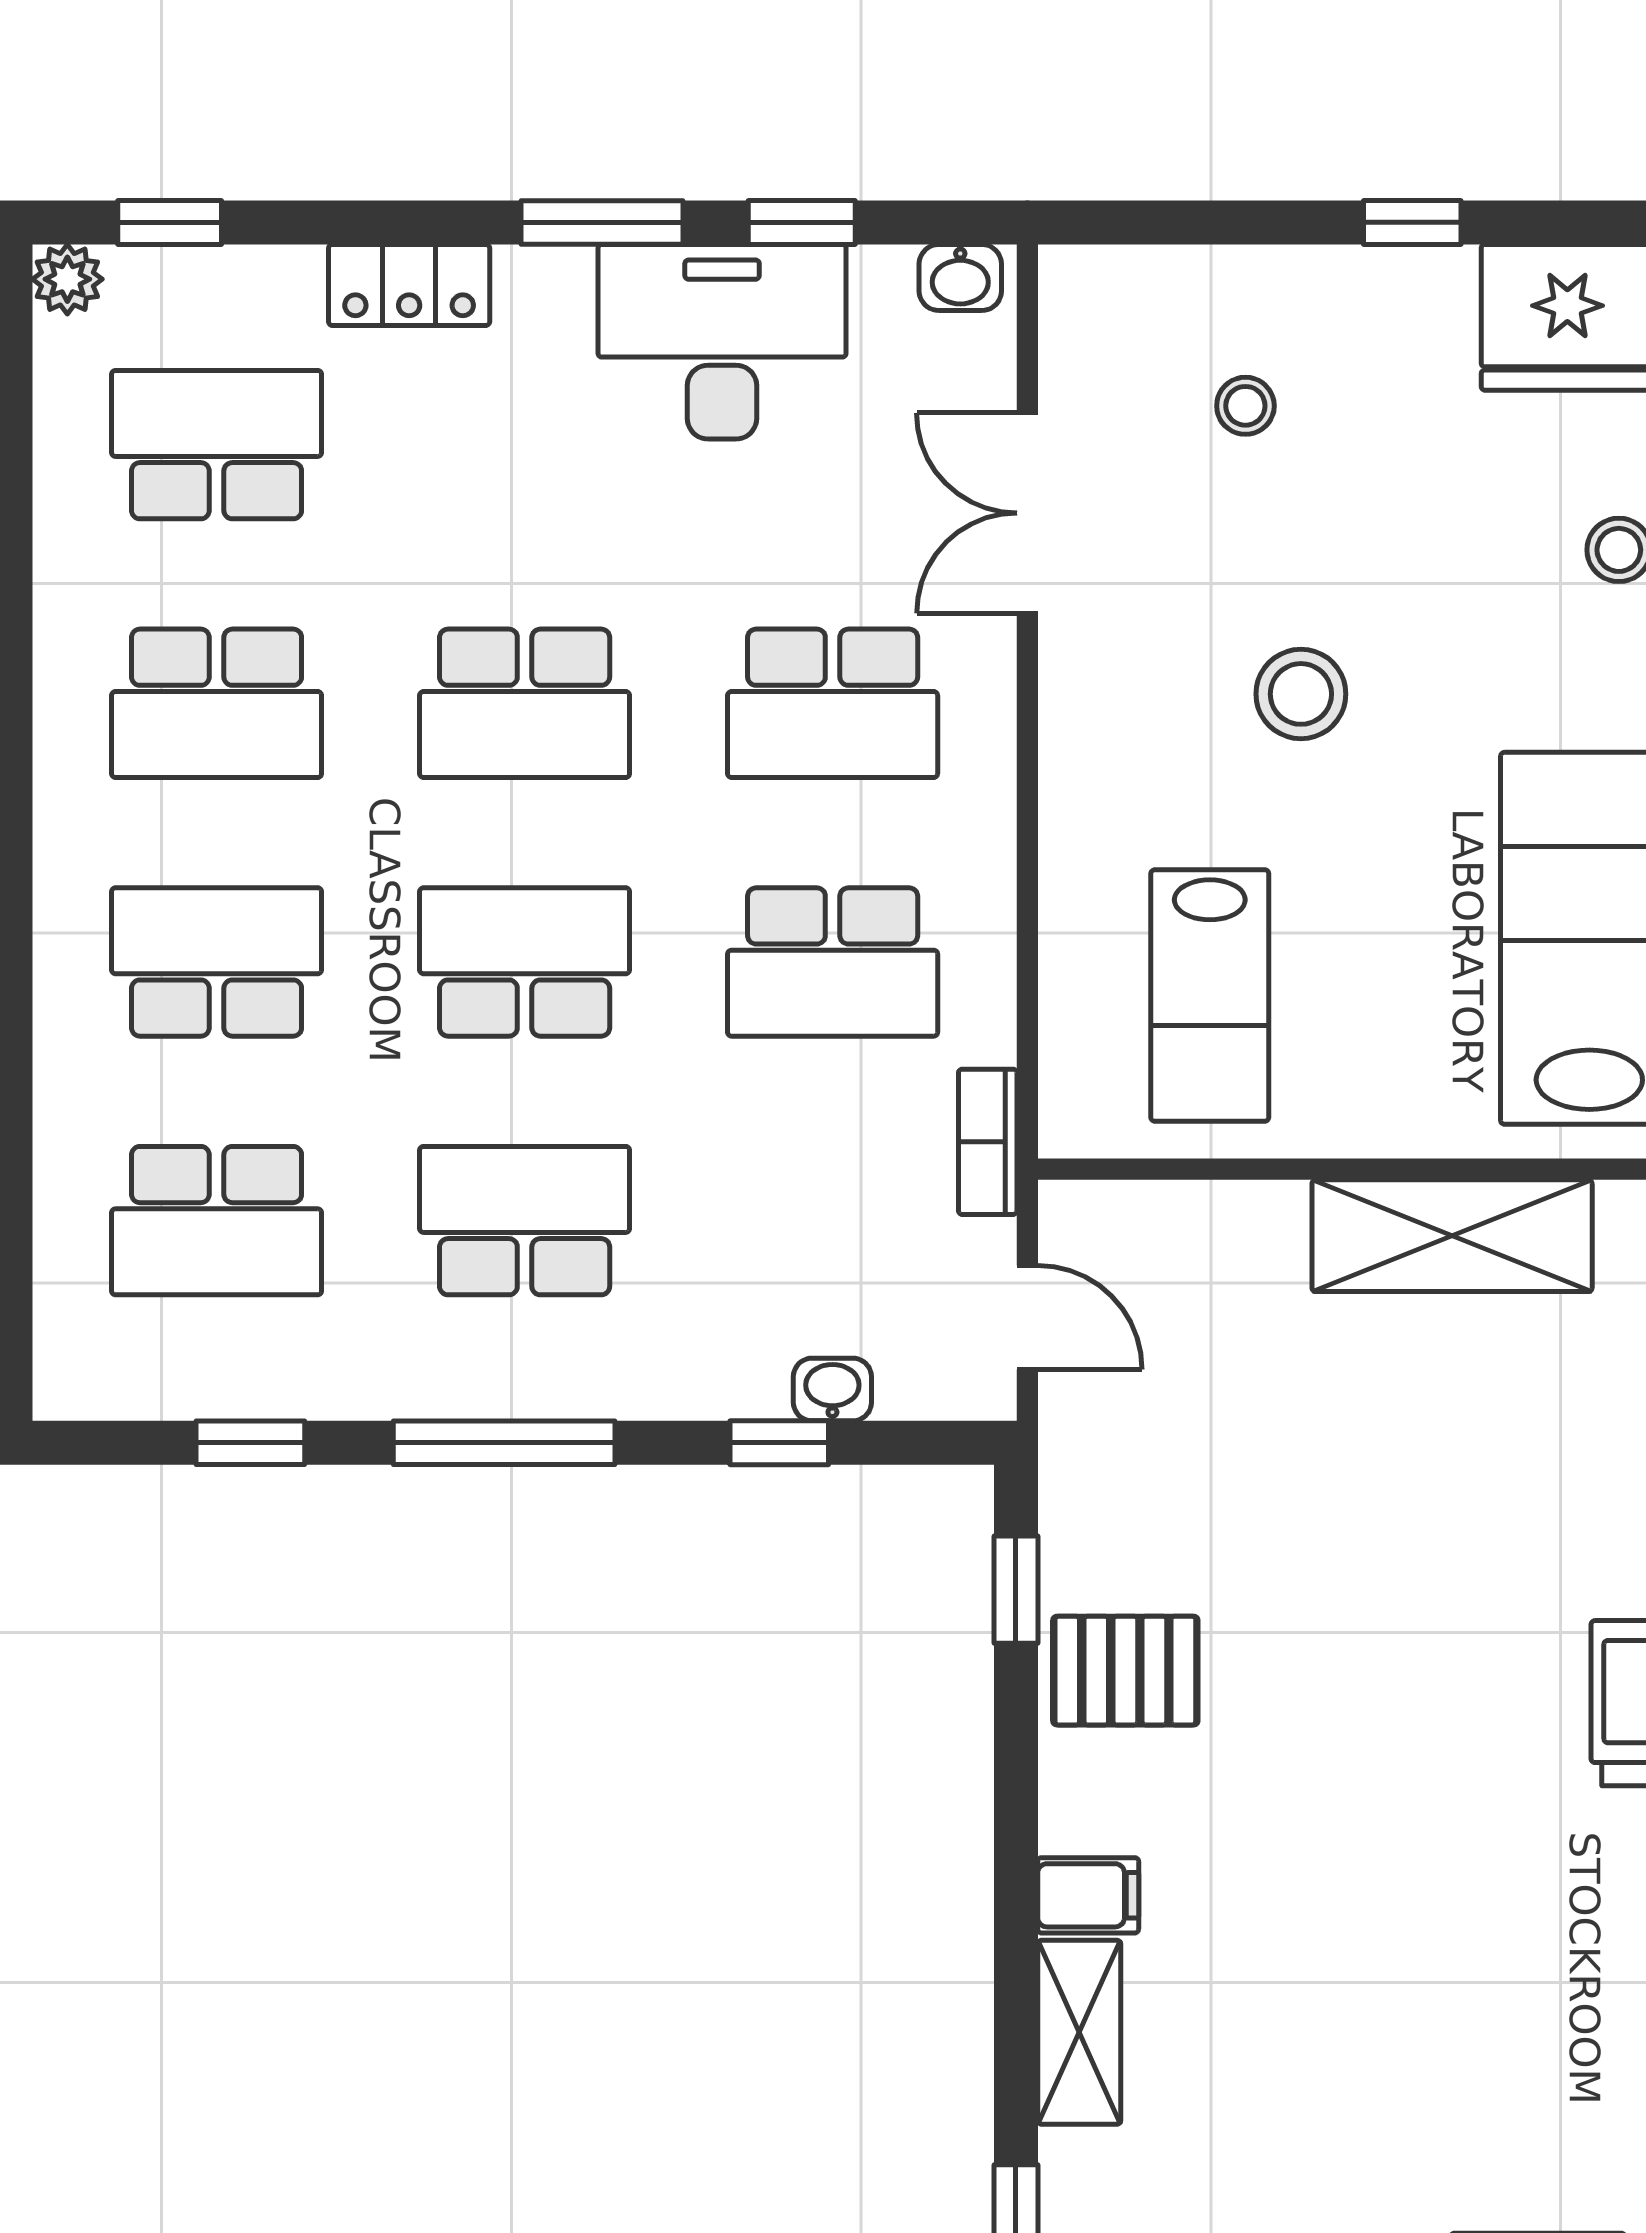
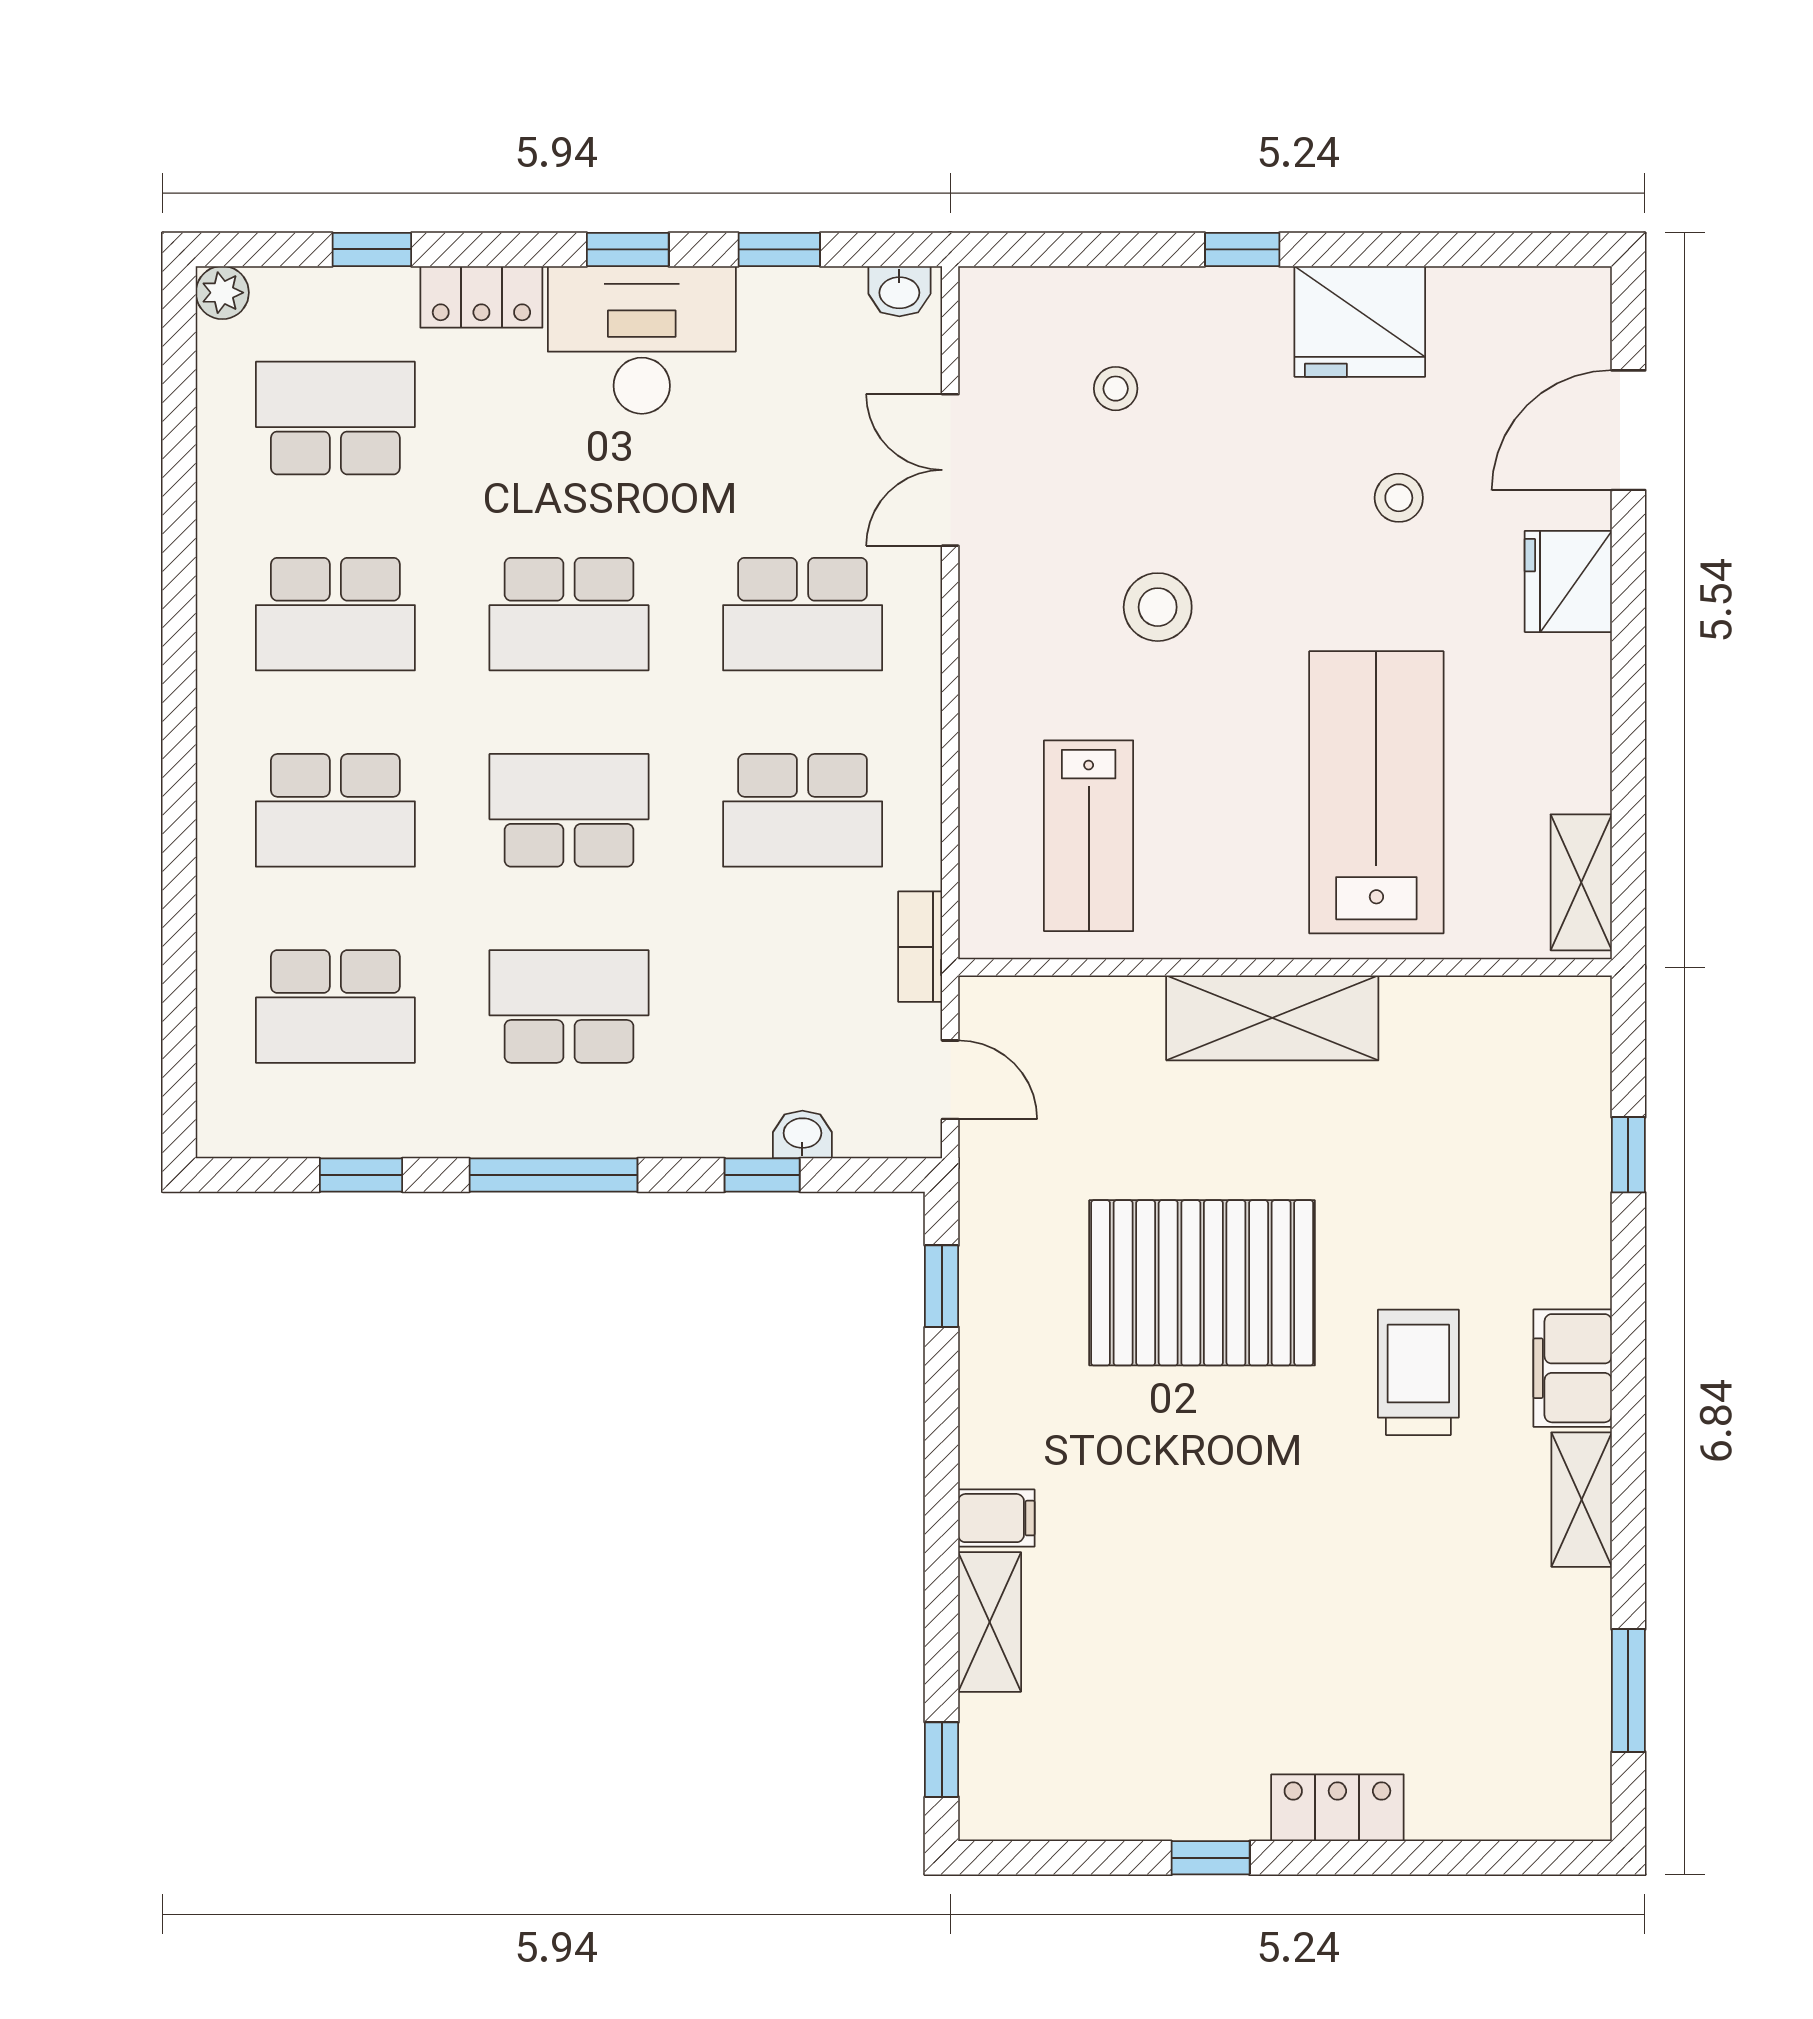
window: (170, 222) -> (372, 249), moved
window: (602, 222) -> (628, 249), width x0.67
desk: (722, 342) -> (642, 340), moved
school desk: (217, 962) -> (335, 810), turned 180
pallet: (1125, 1671) -> (1202, 1283), moved, width x2.05, depth x2.00

